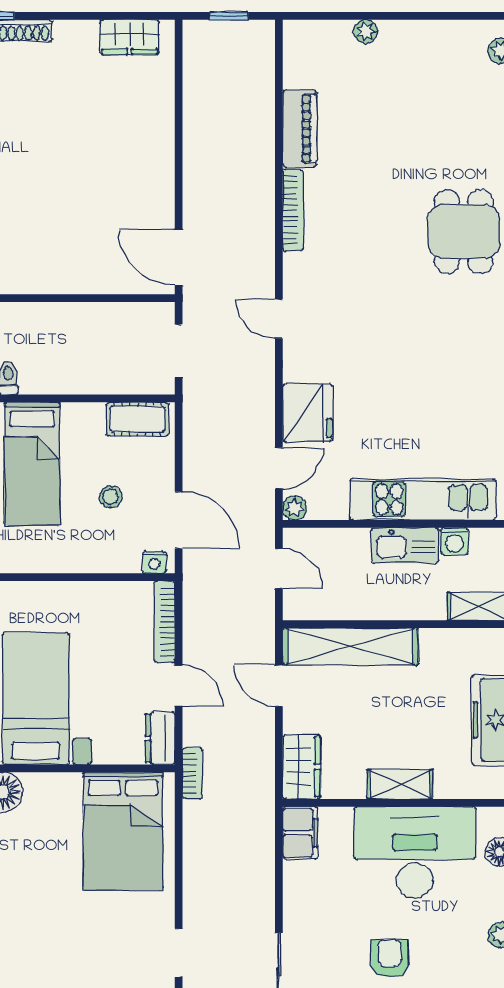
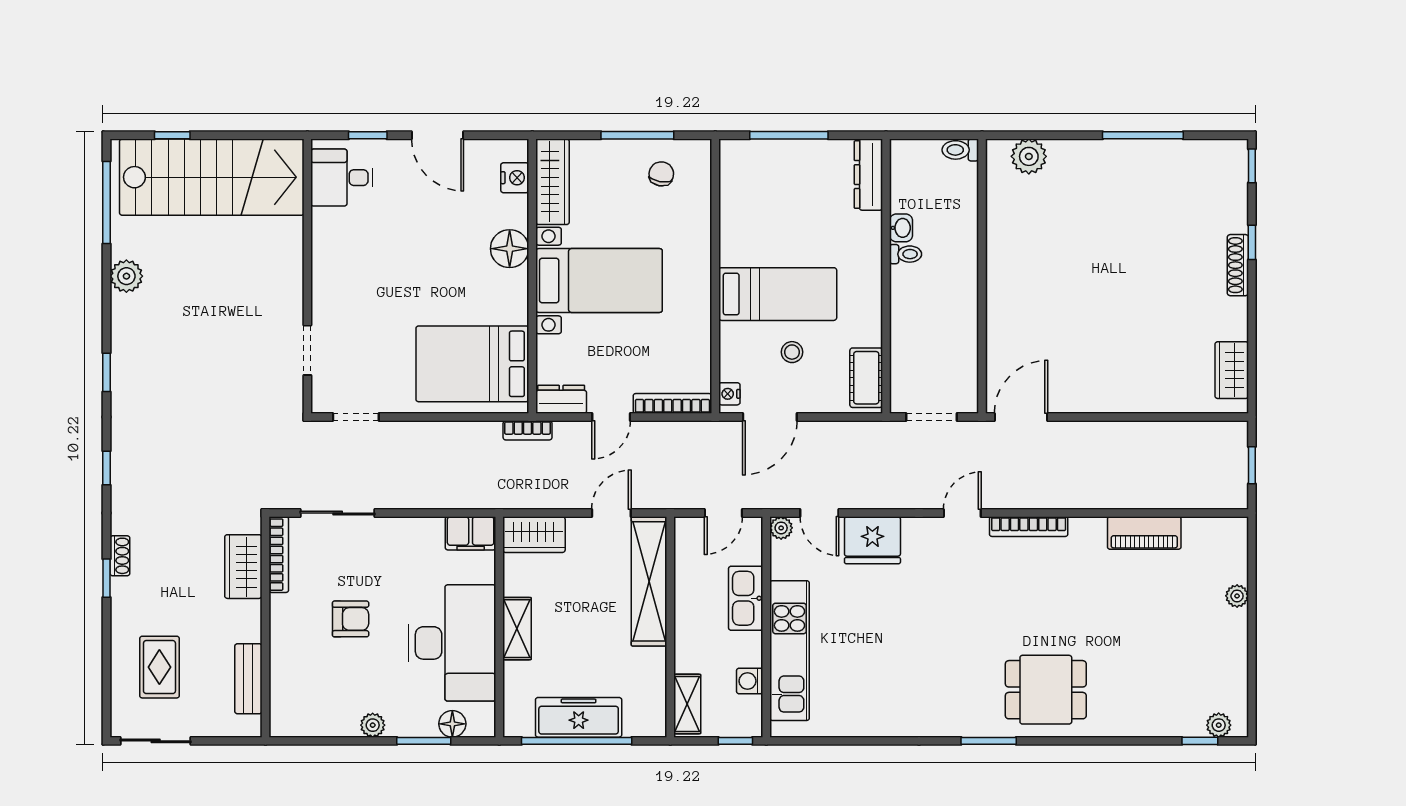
bookcase: (293, 210) -> (1029, 527), moved
bed: (32, 464) -> (778, 294), moved, turned 180
kitchen sink: (405, 545) -> (746, 598), moved

